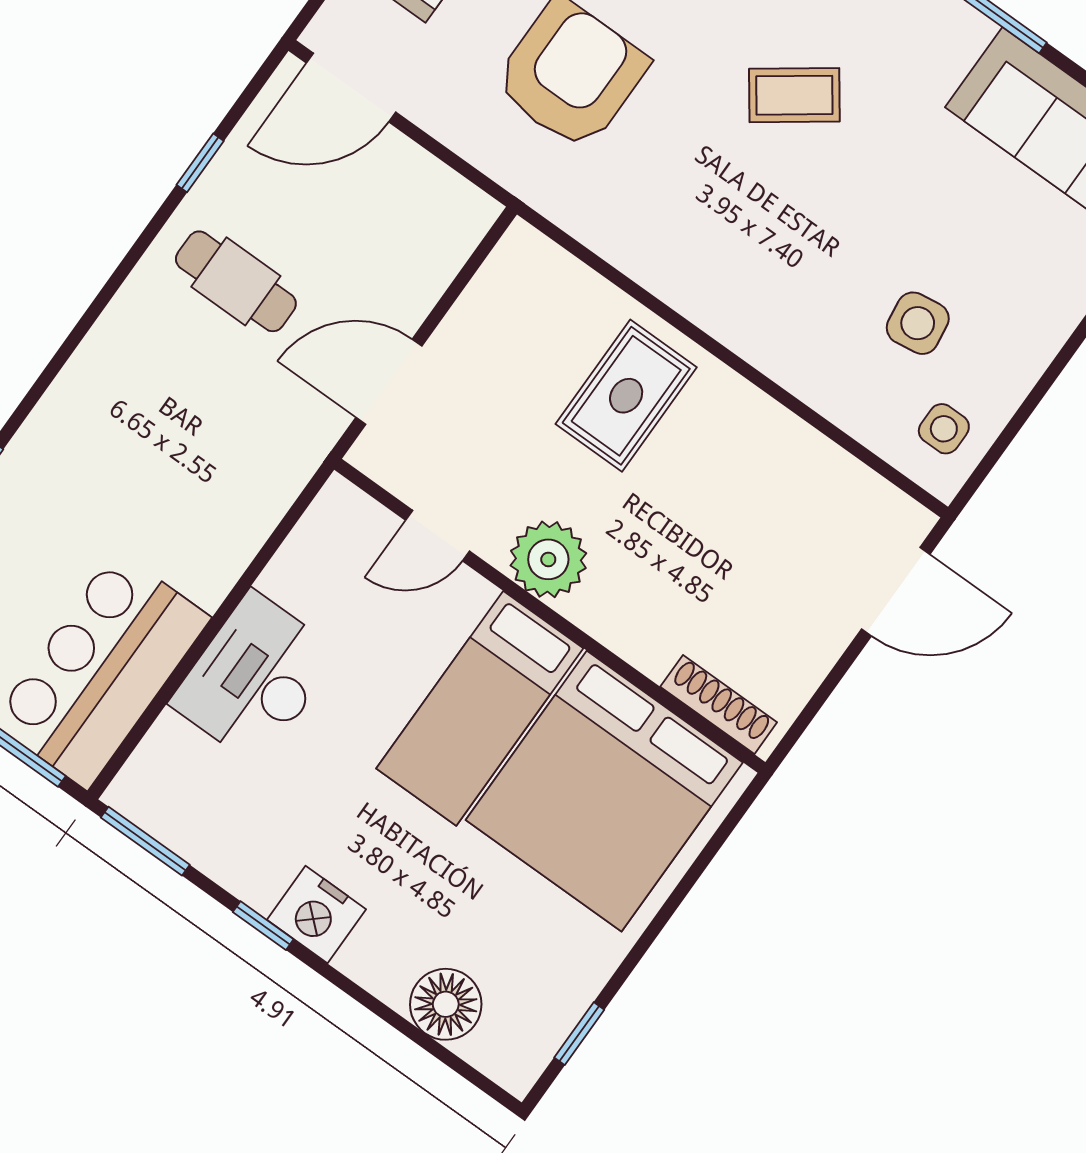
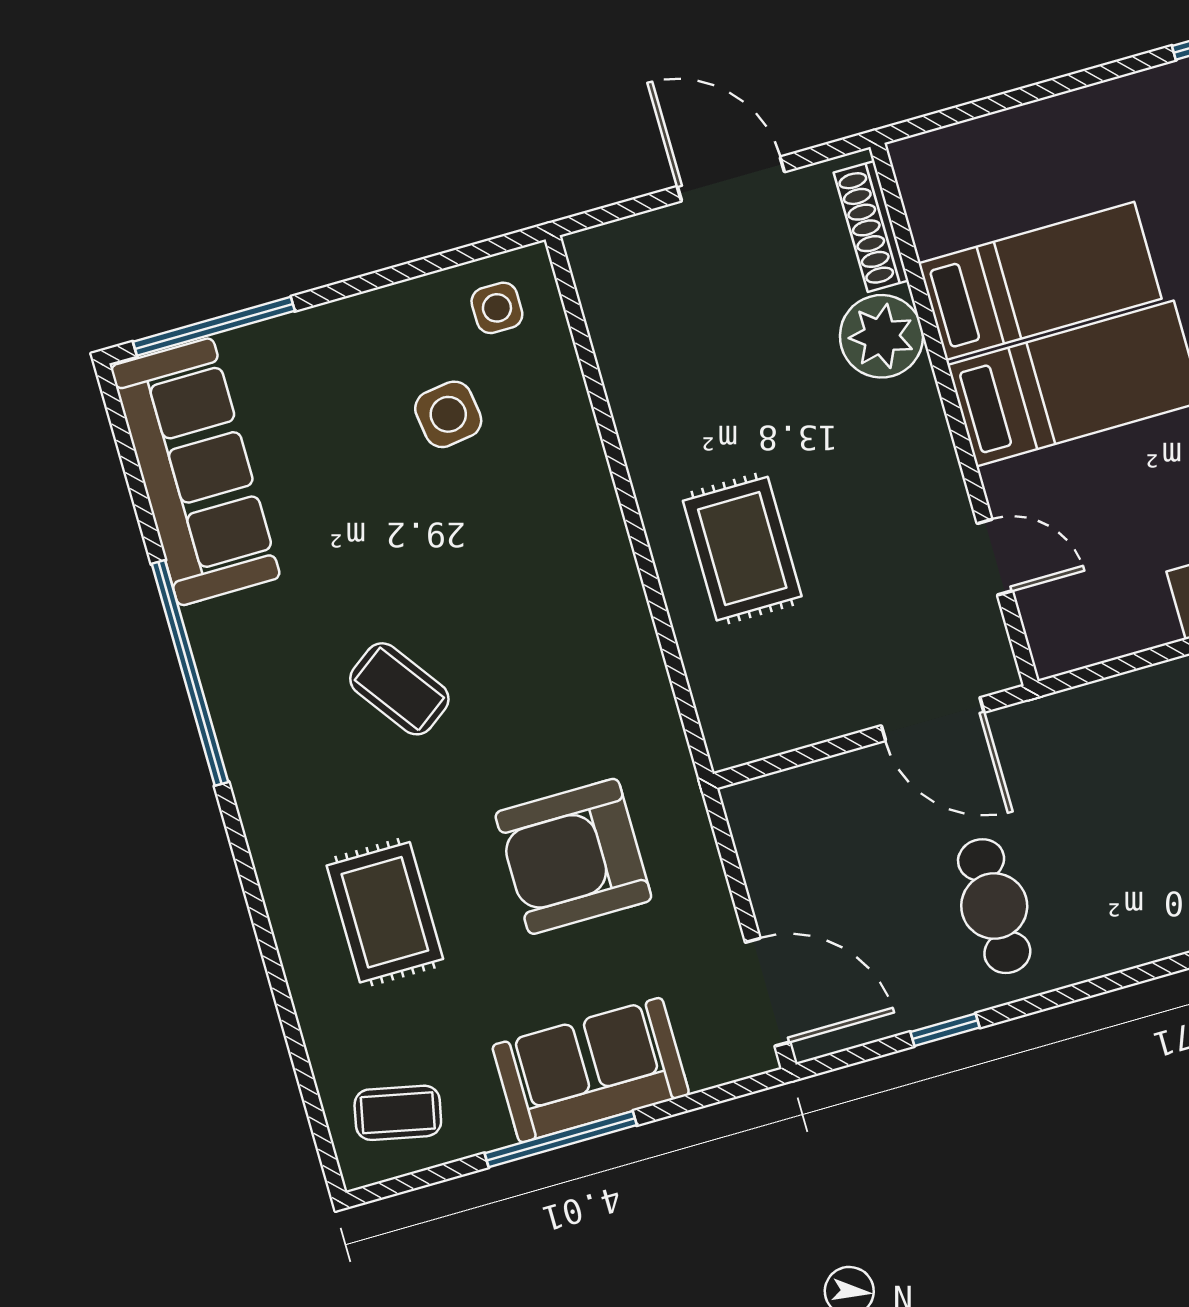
rug: (626, 396) -> (742, 549), turned 90
plant: (548, 559) -> (881, 336), moved
door: (896, 592) -> (731, 179), moved
bed: (604, 791) -> (1040, 281), width x0.49

